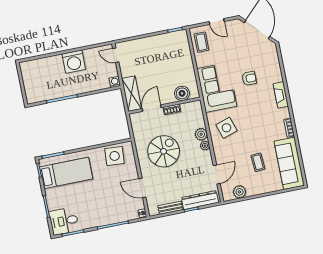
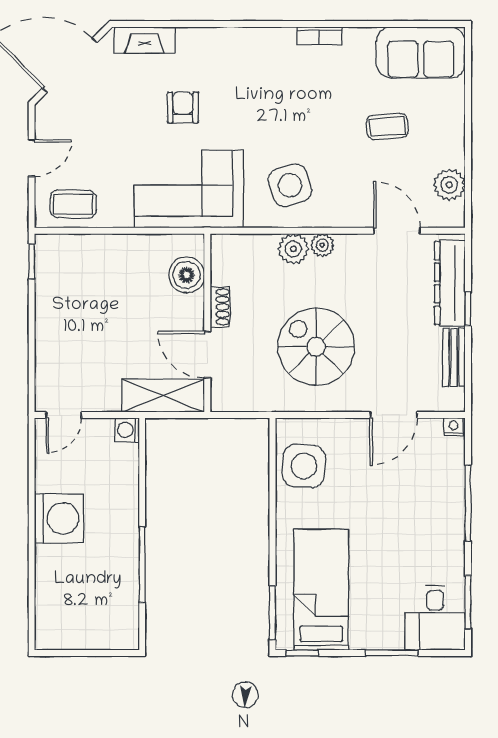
fireplace: (281, 95) -> (145, 40), moved
sofa: (289, 163) -> (421, 52), width x0.73

